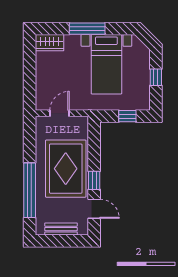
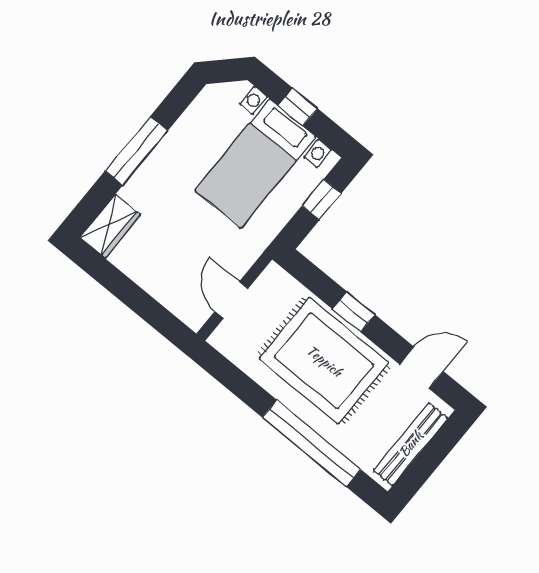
bed with nightstands: (106, 64) -> (255, 164), moved, turned 90
window: (94, 180) -> (354, 312), moved
bench: (61, 229) -> (411, 444), width x1.36

